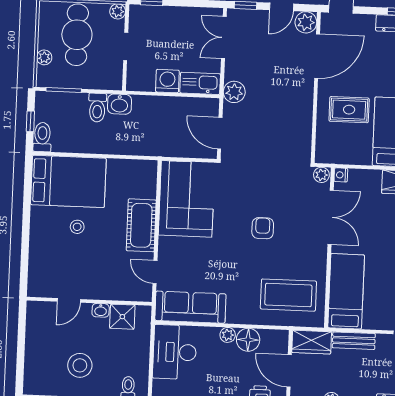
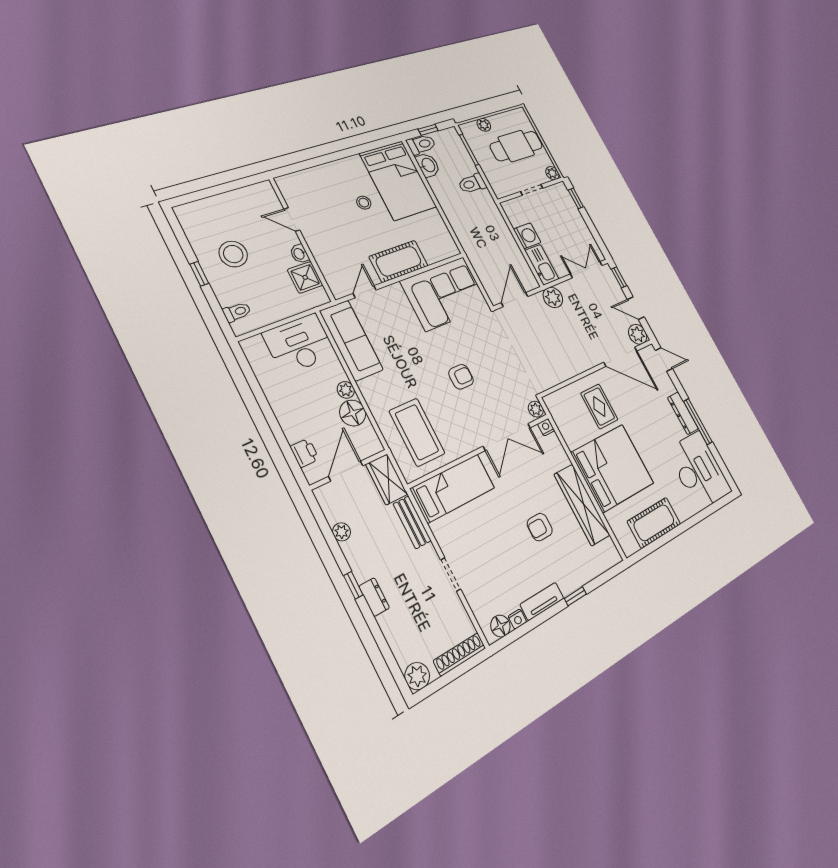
washbasin: (119, 104) -> (428, 165), moved, turned 180

